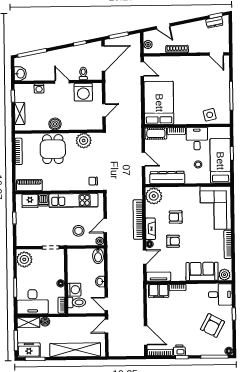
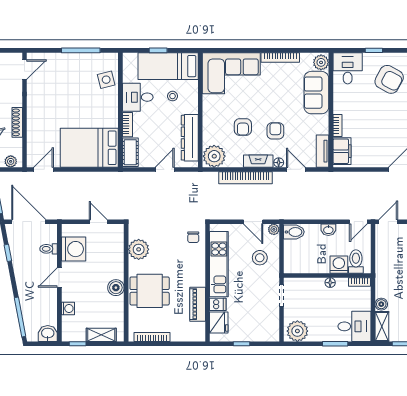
piano: (29, 185) -> (198, 304), moved
desk: (33, 302) -> (354, 326), width x0.73
door: (107, 326) -> (388, 222), swing flipped

